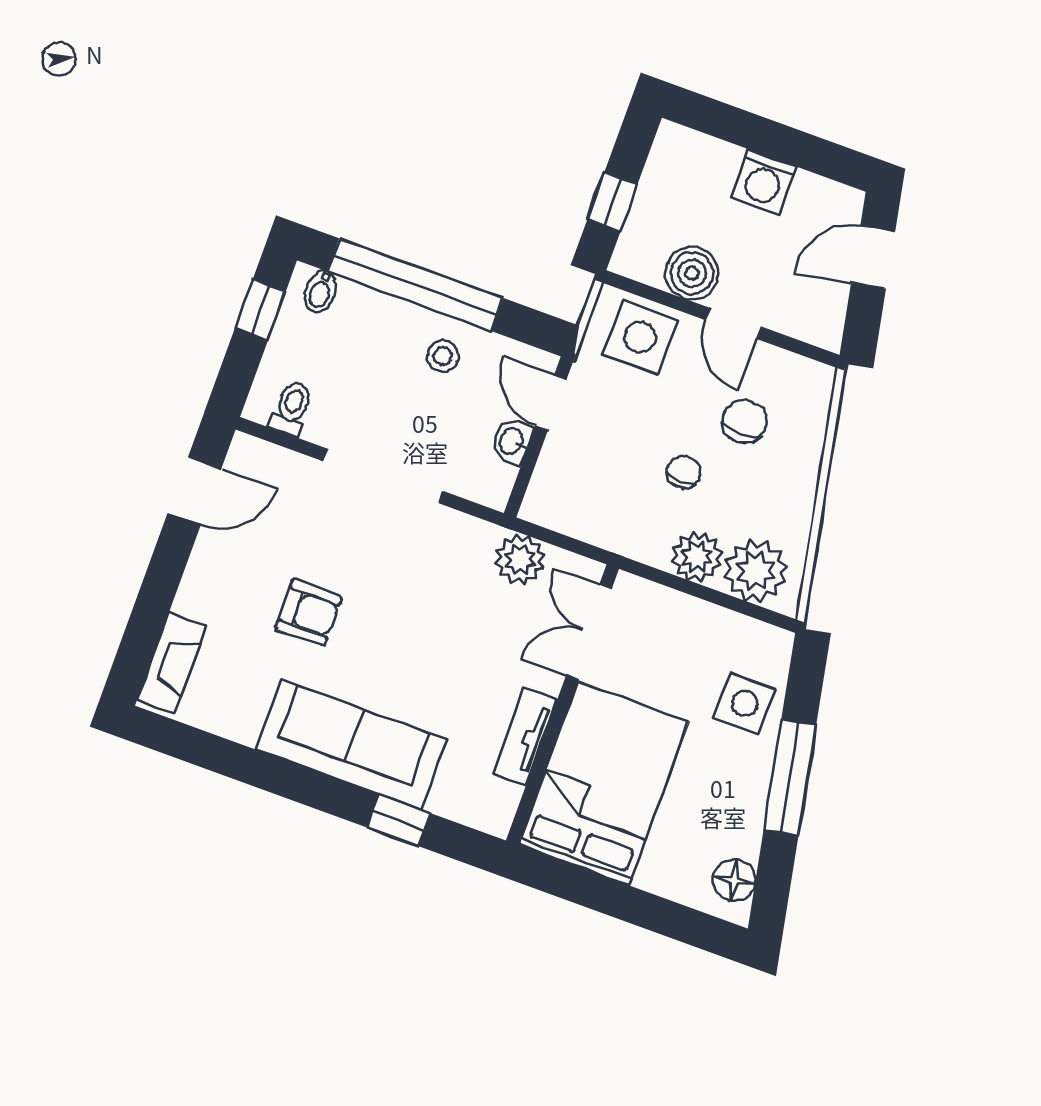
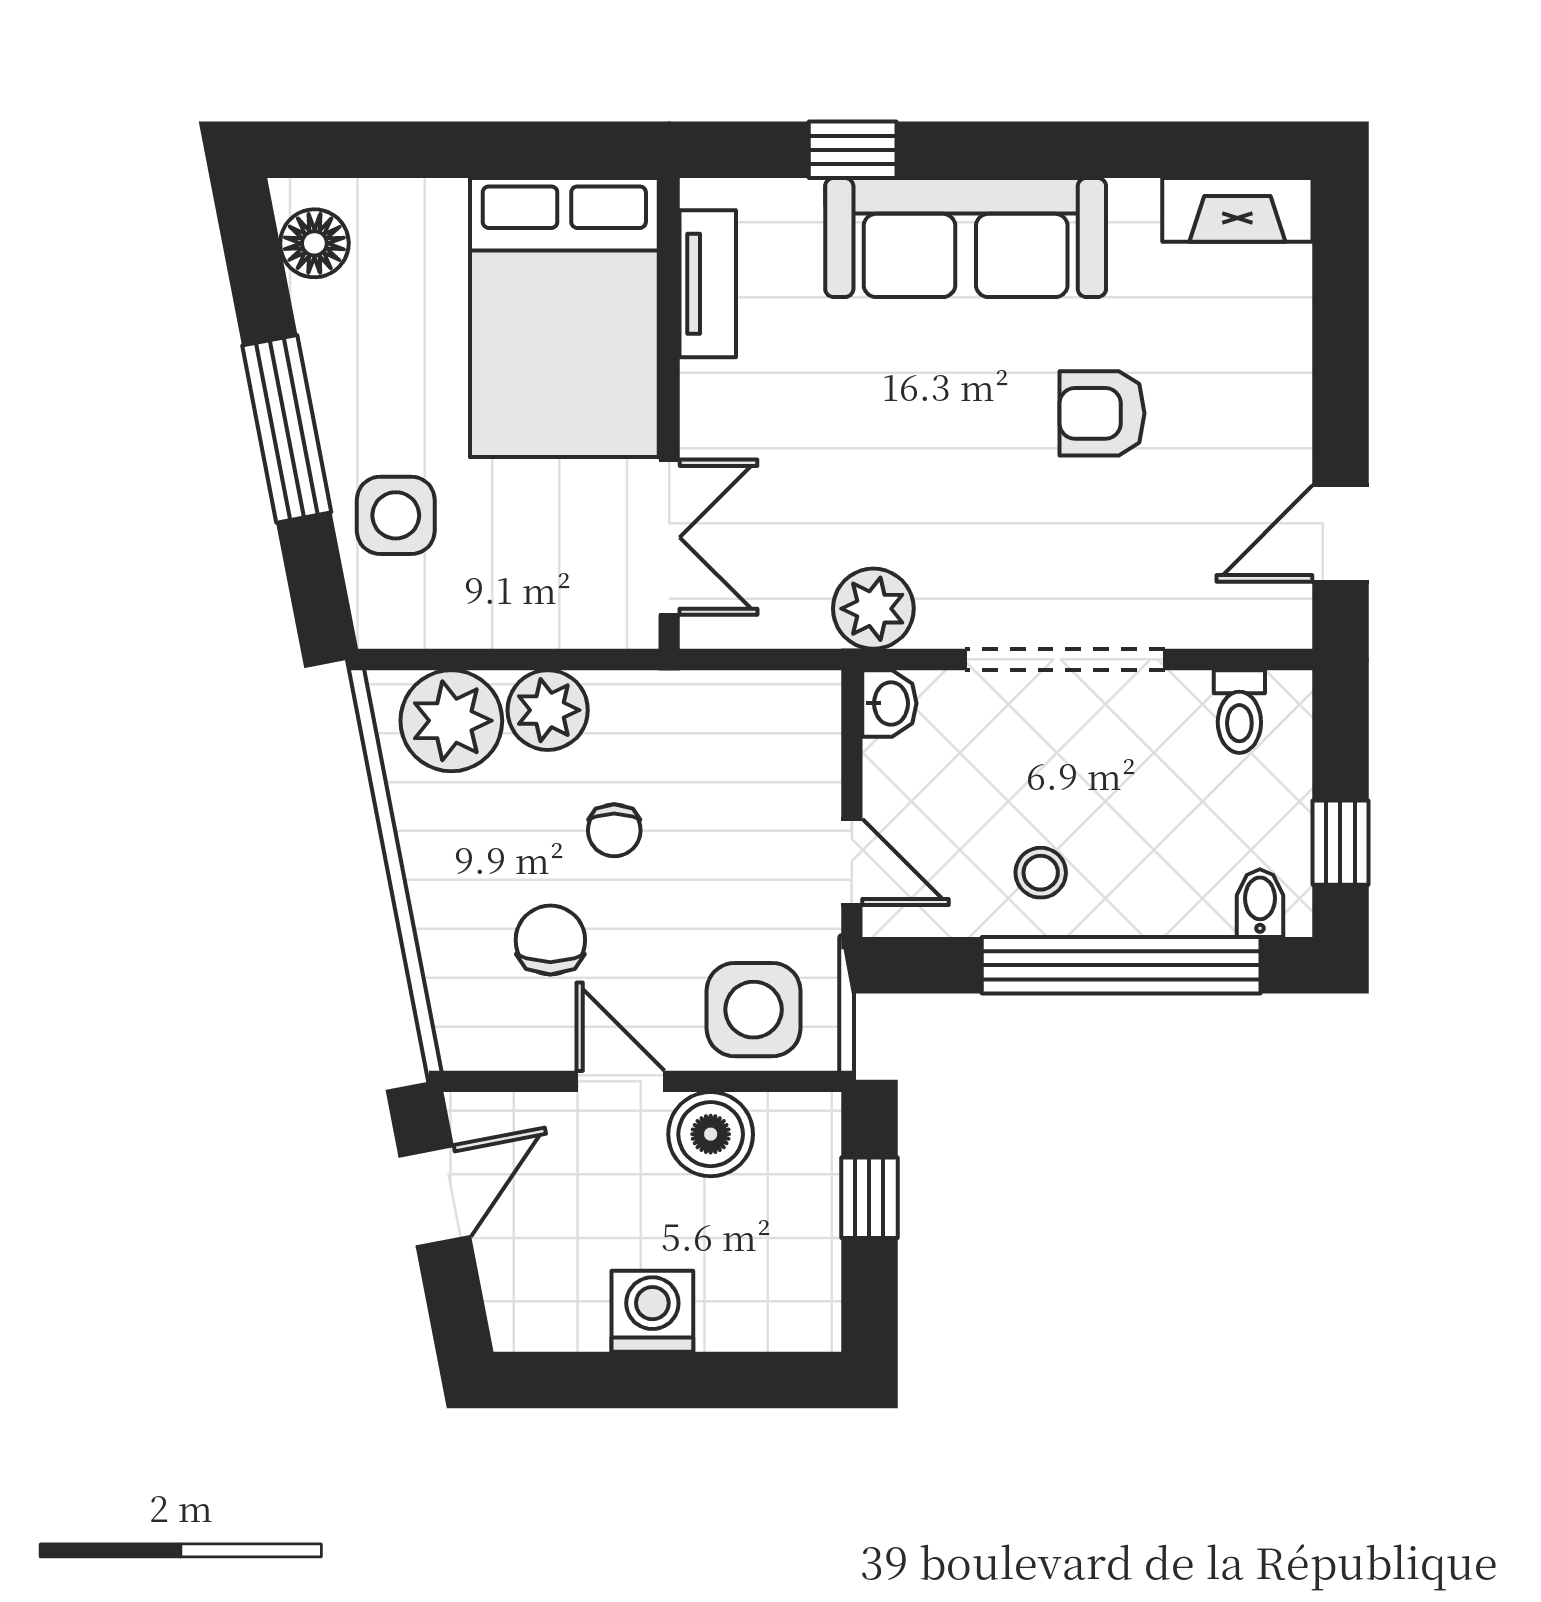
door: (873, 257) -> (435, 1196), moved
chair: (744, 421) -> (550, 940), turned 180
washbasin: (512, 441) -> (889, 703), moved
plant: (520, 560) -> (873, 609), moved
fireplace: (172, 663) -> (1237, 210), moved, turned -90
tv unit: (525, 737) -> (708, 284), moved

